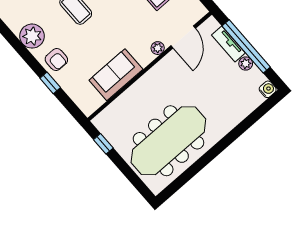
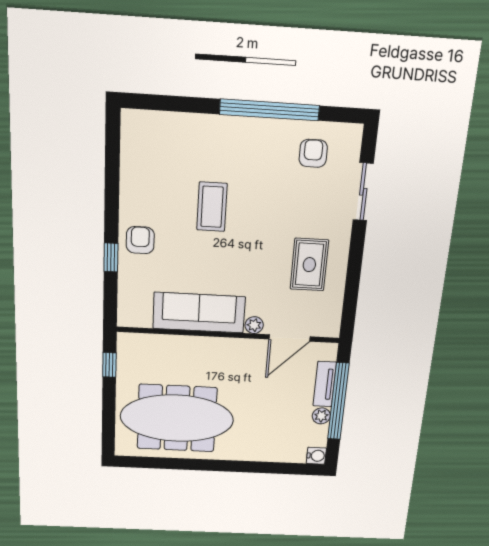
plant: (32, 36) -> (137, 191), removed
armchair: (56, 60) -> (140, 240), turned 180
sofa: (116, 75) -> (199, 313), width x1.36

